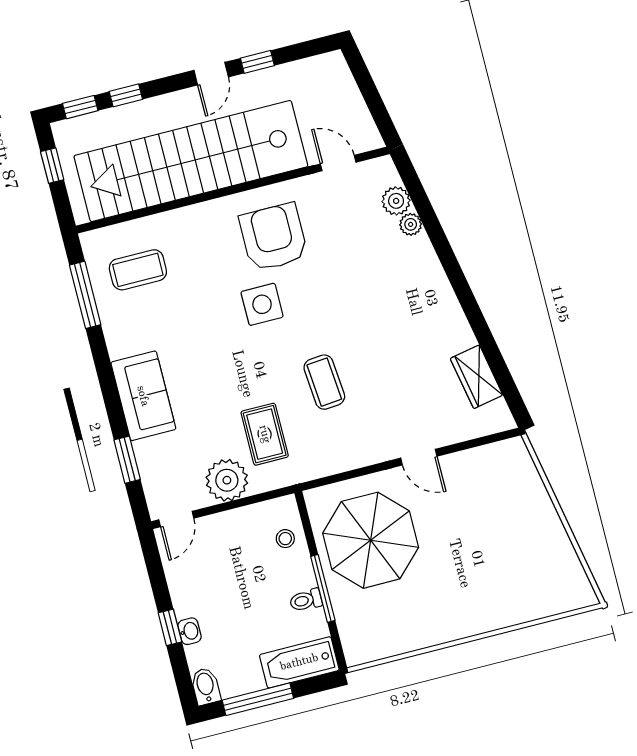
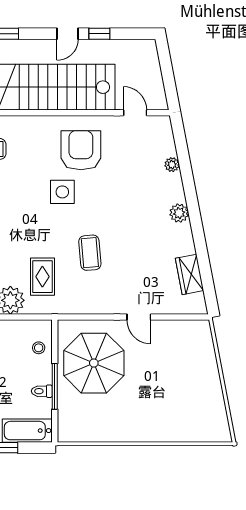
plant: (396, 201) -> (179, 213), moved

